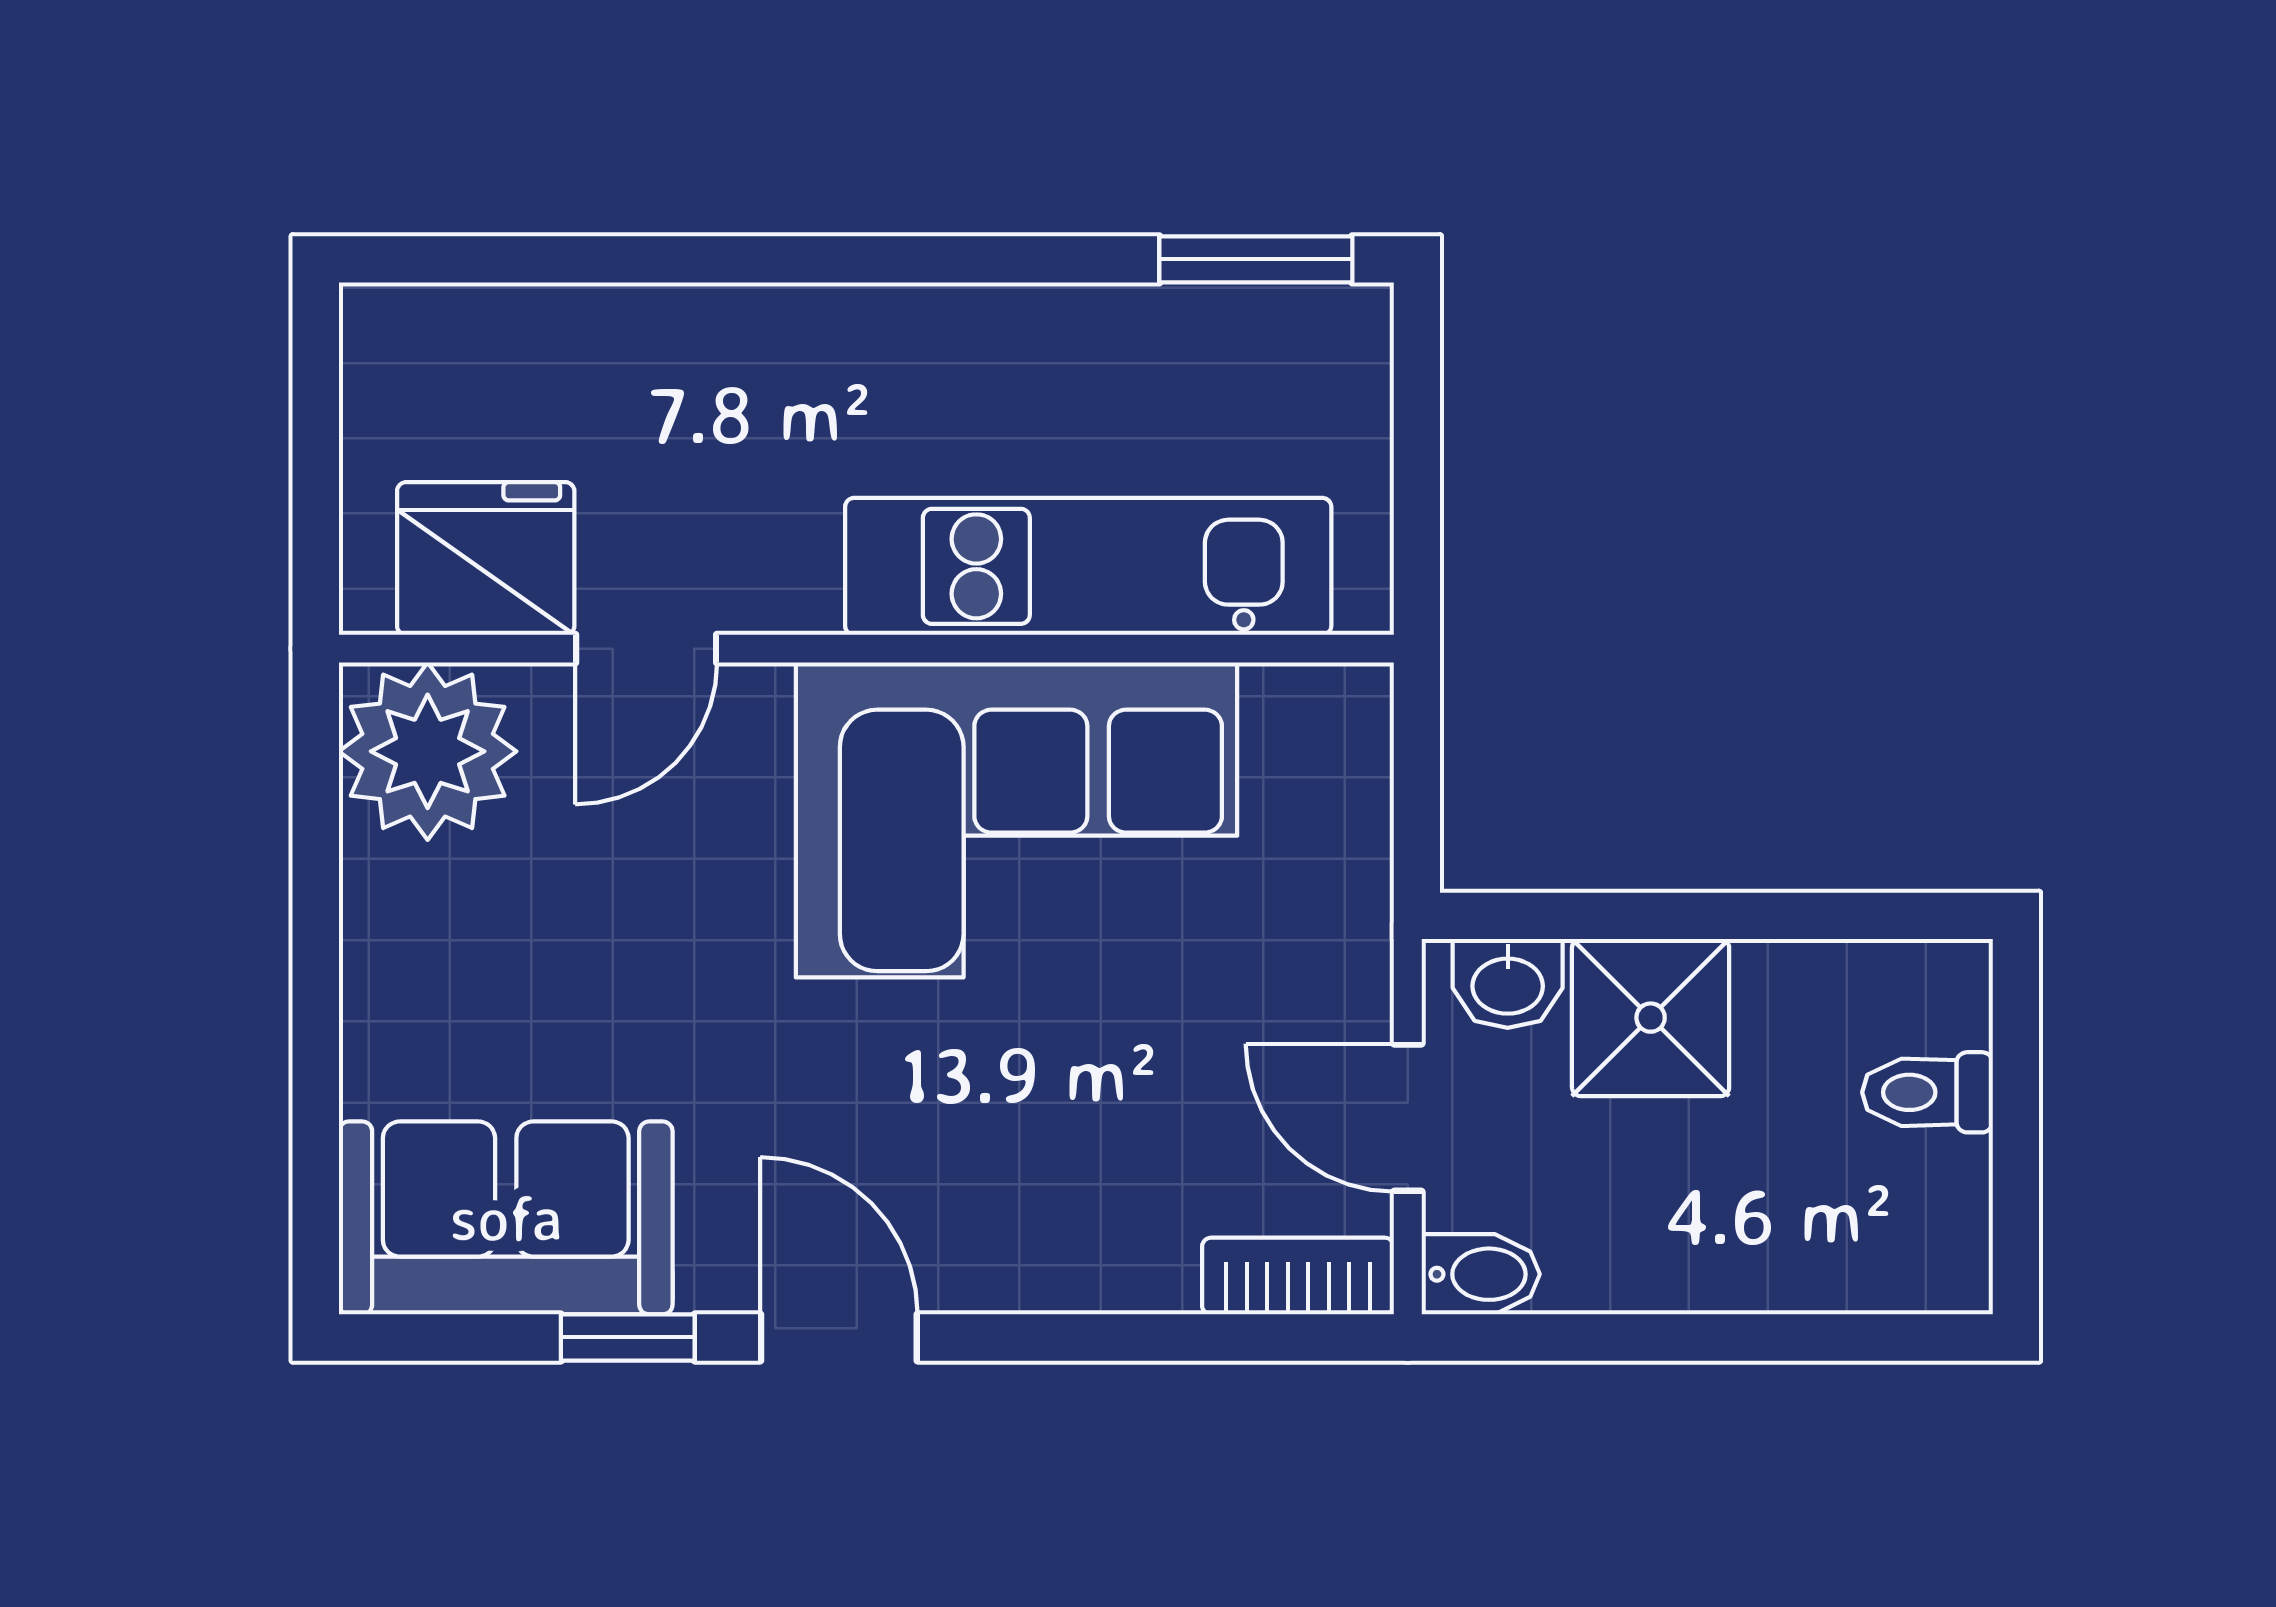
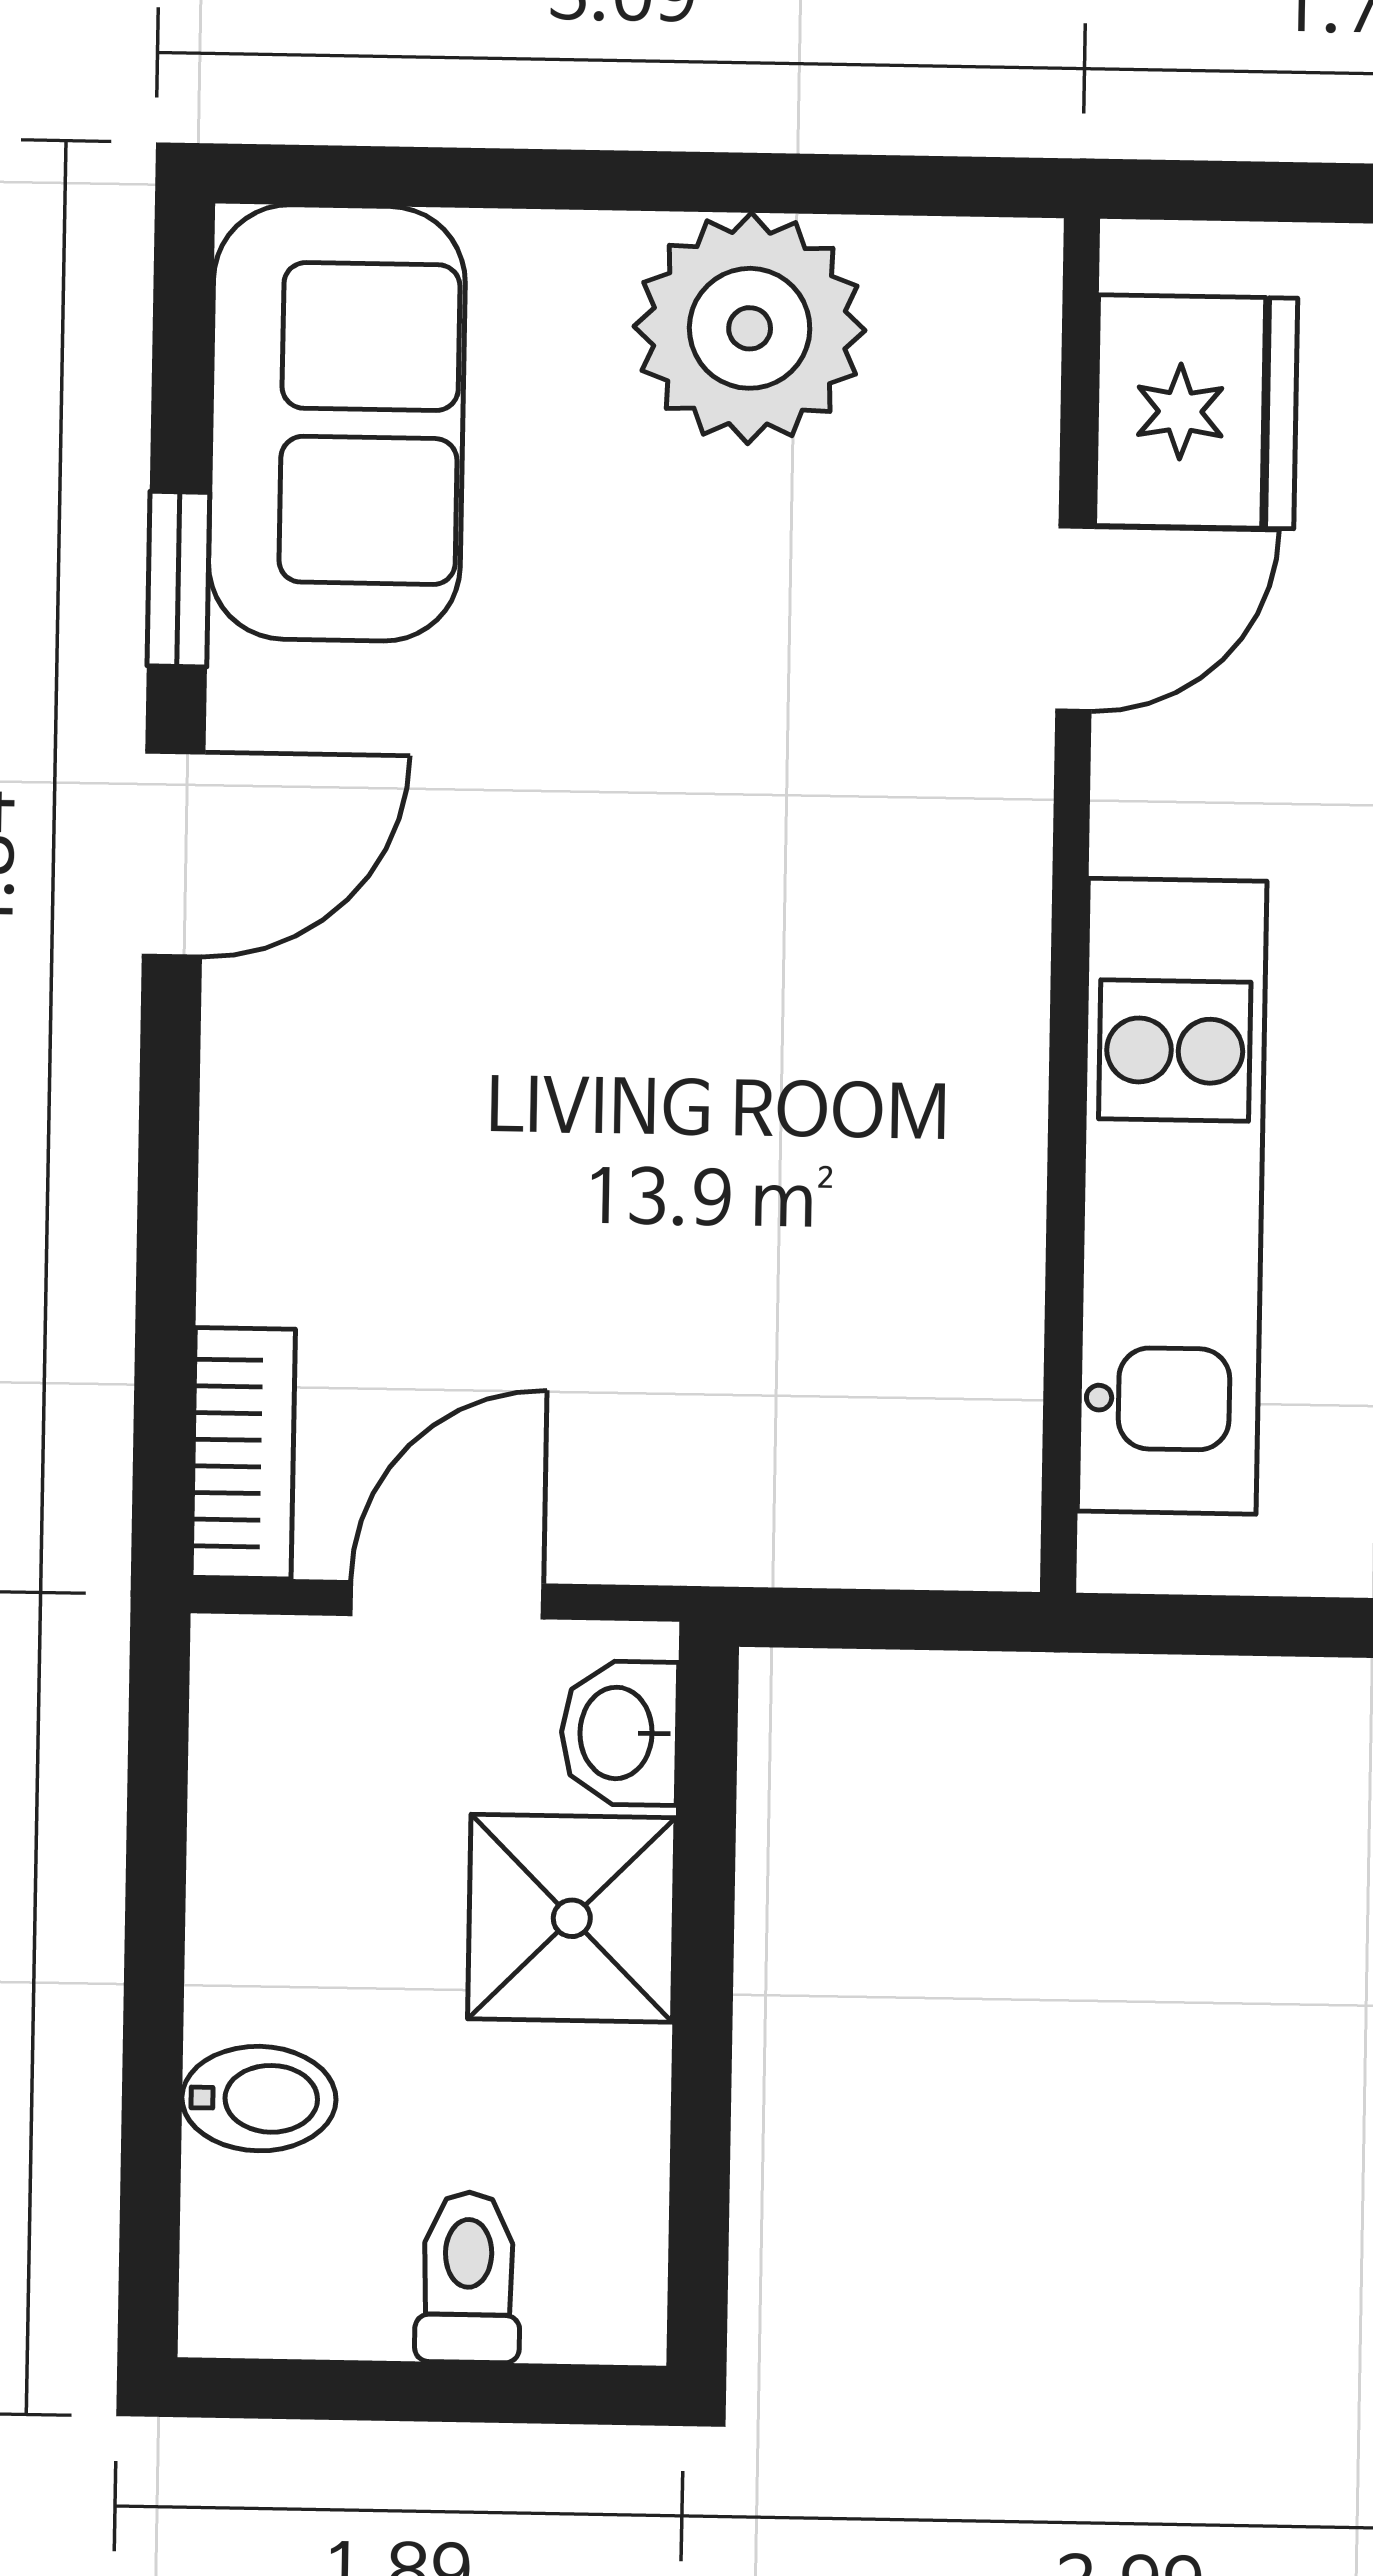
door: (646, 649) -> (1075, 619), swing flipped
plant: (428, 751) -> (750, 328), moved
corner sofa: (1016, 820) -> (844, 1097), removed
bidet: (1481, 1274) -> (259, 2099), moved, turned -90

